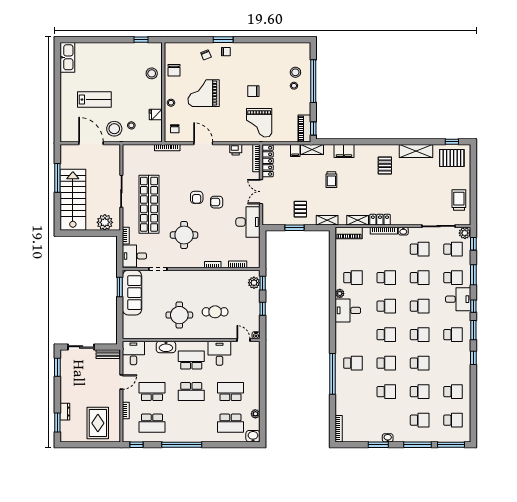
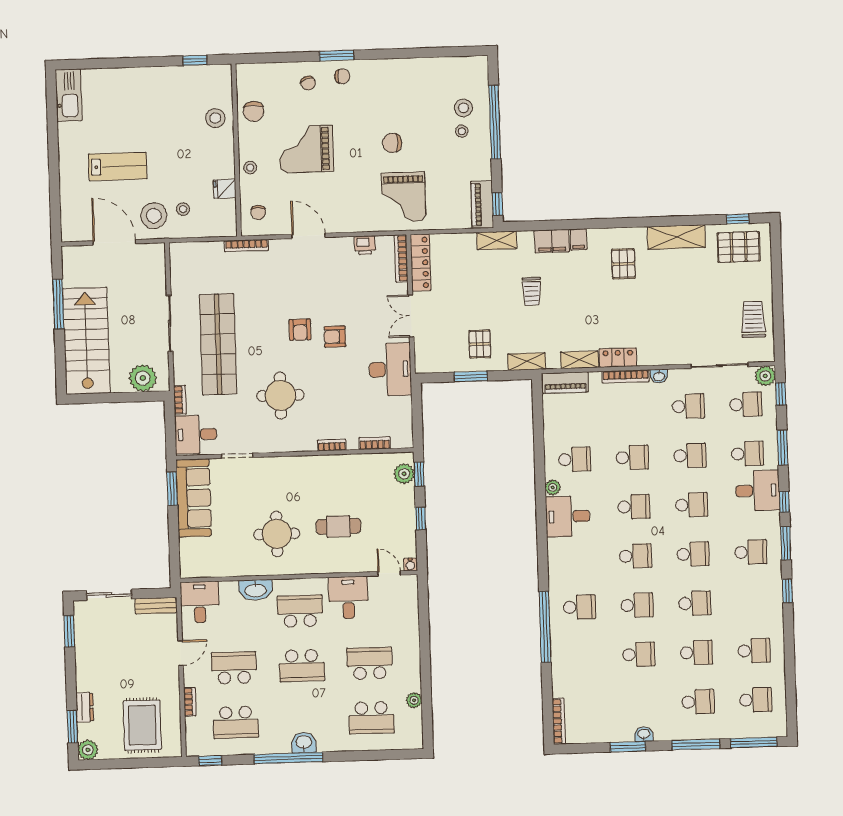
filing cabinet: (295, 151) -> (578, 239), moved
plant: (66, 436) -> (88, 750), added
washbasin: (253, 436) -> (304, 743), moved

